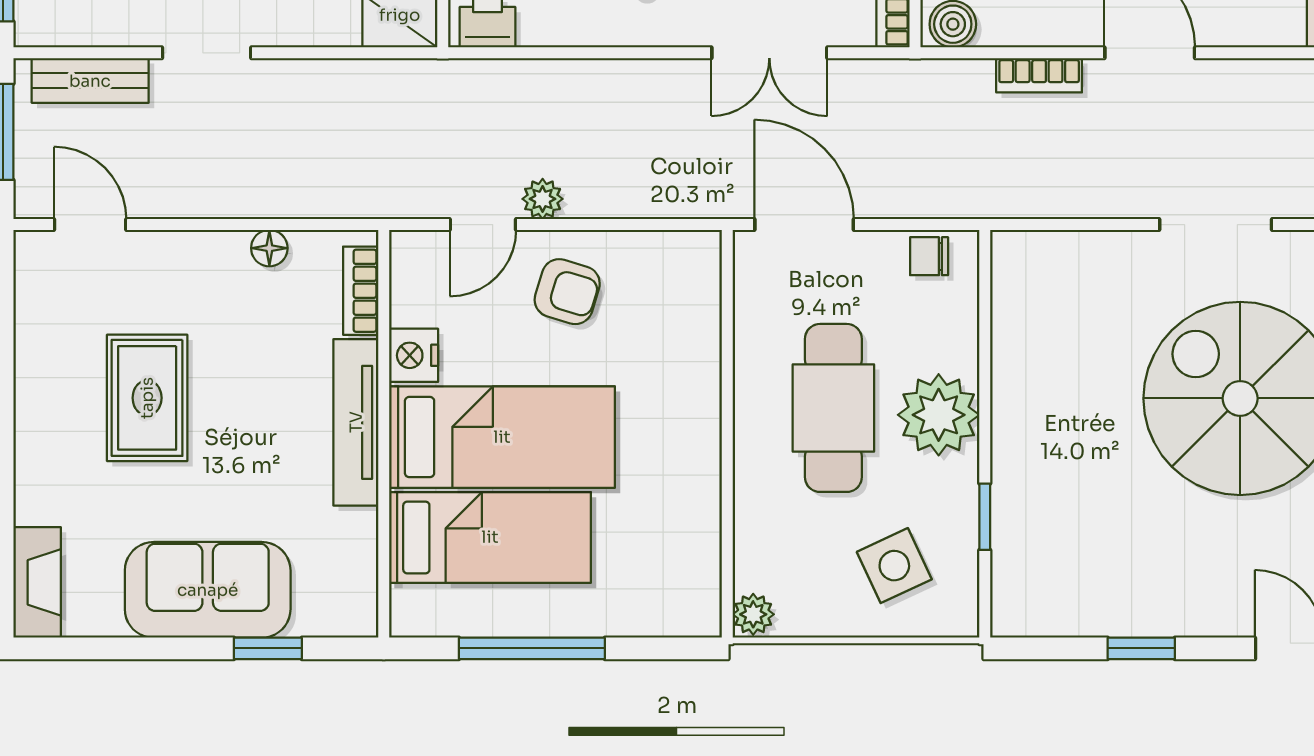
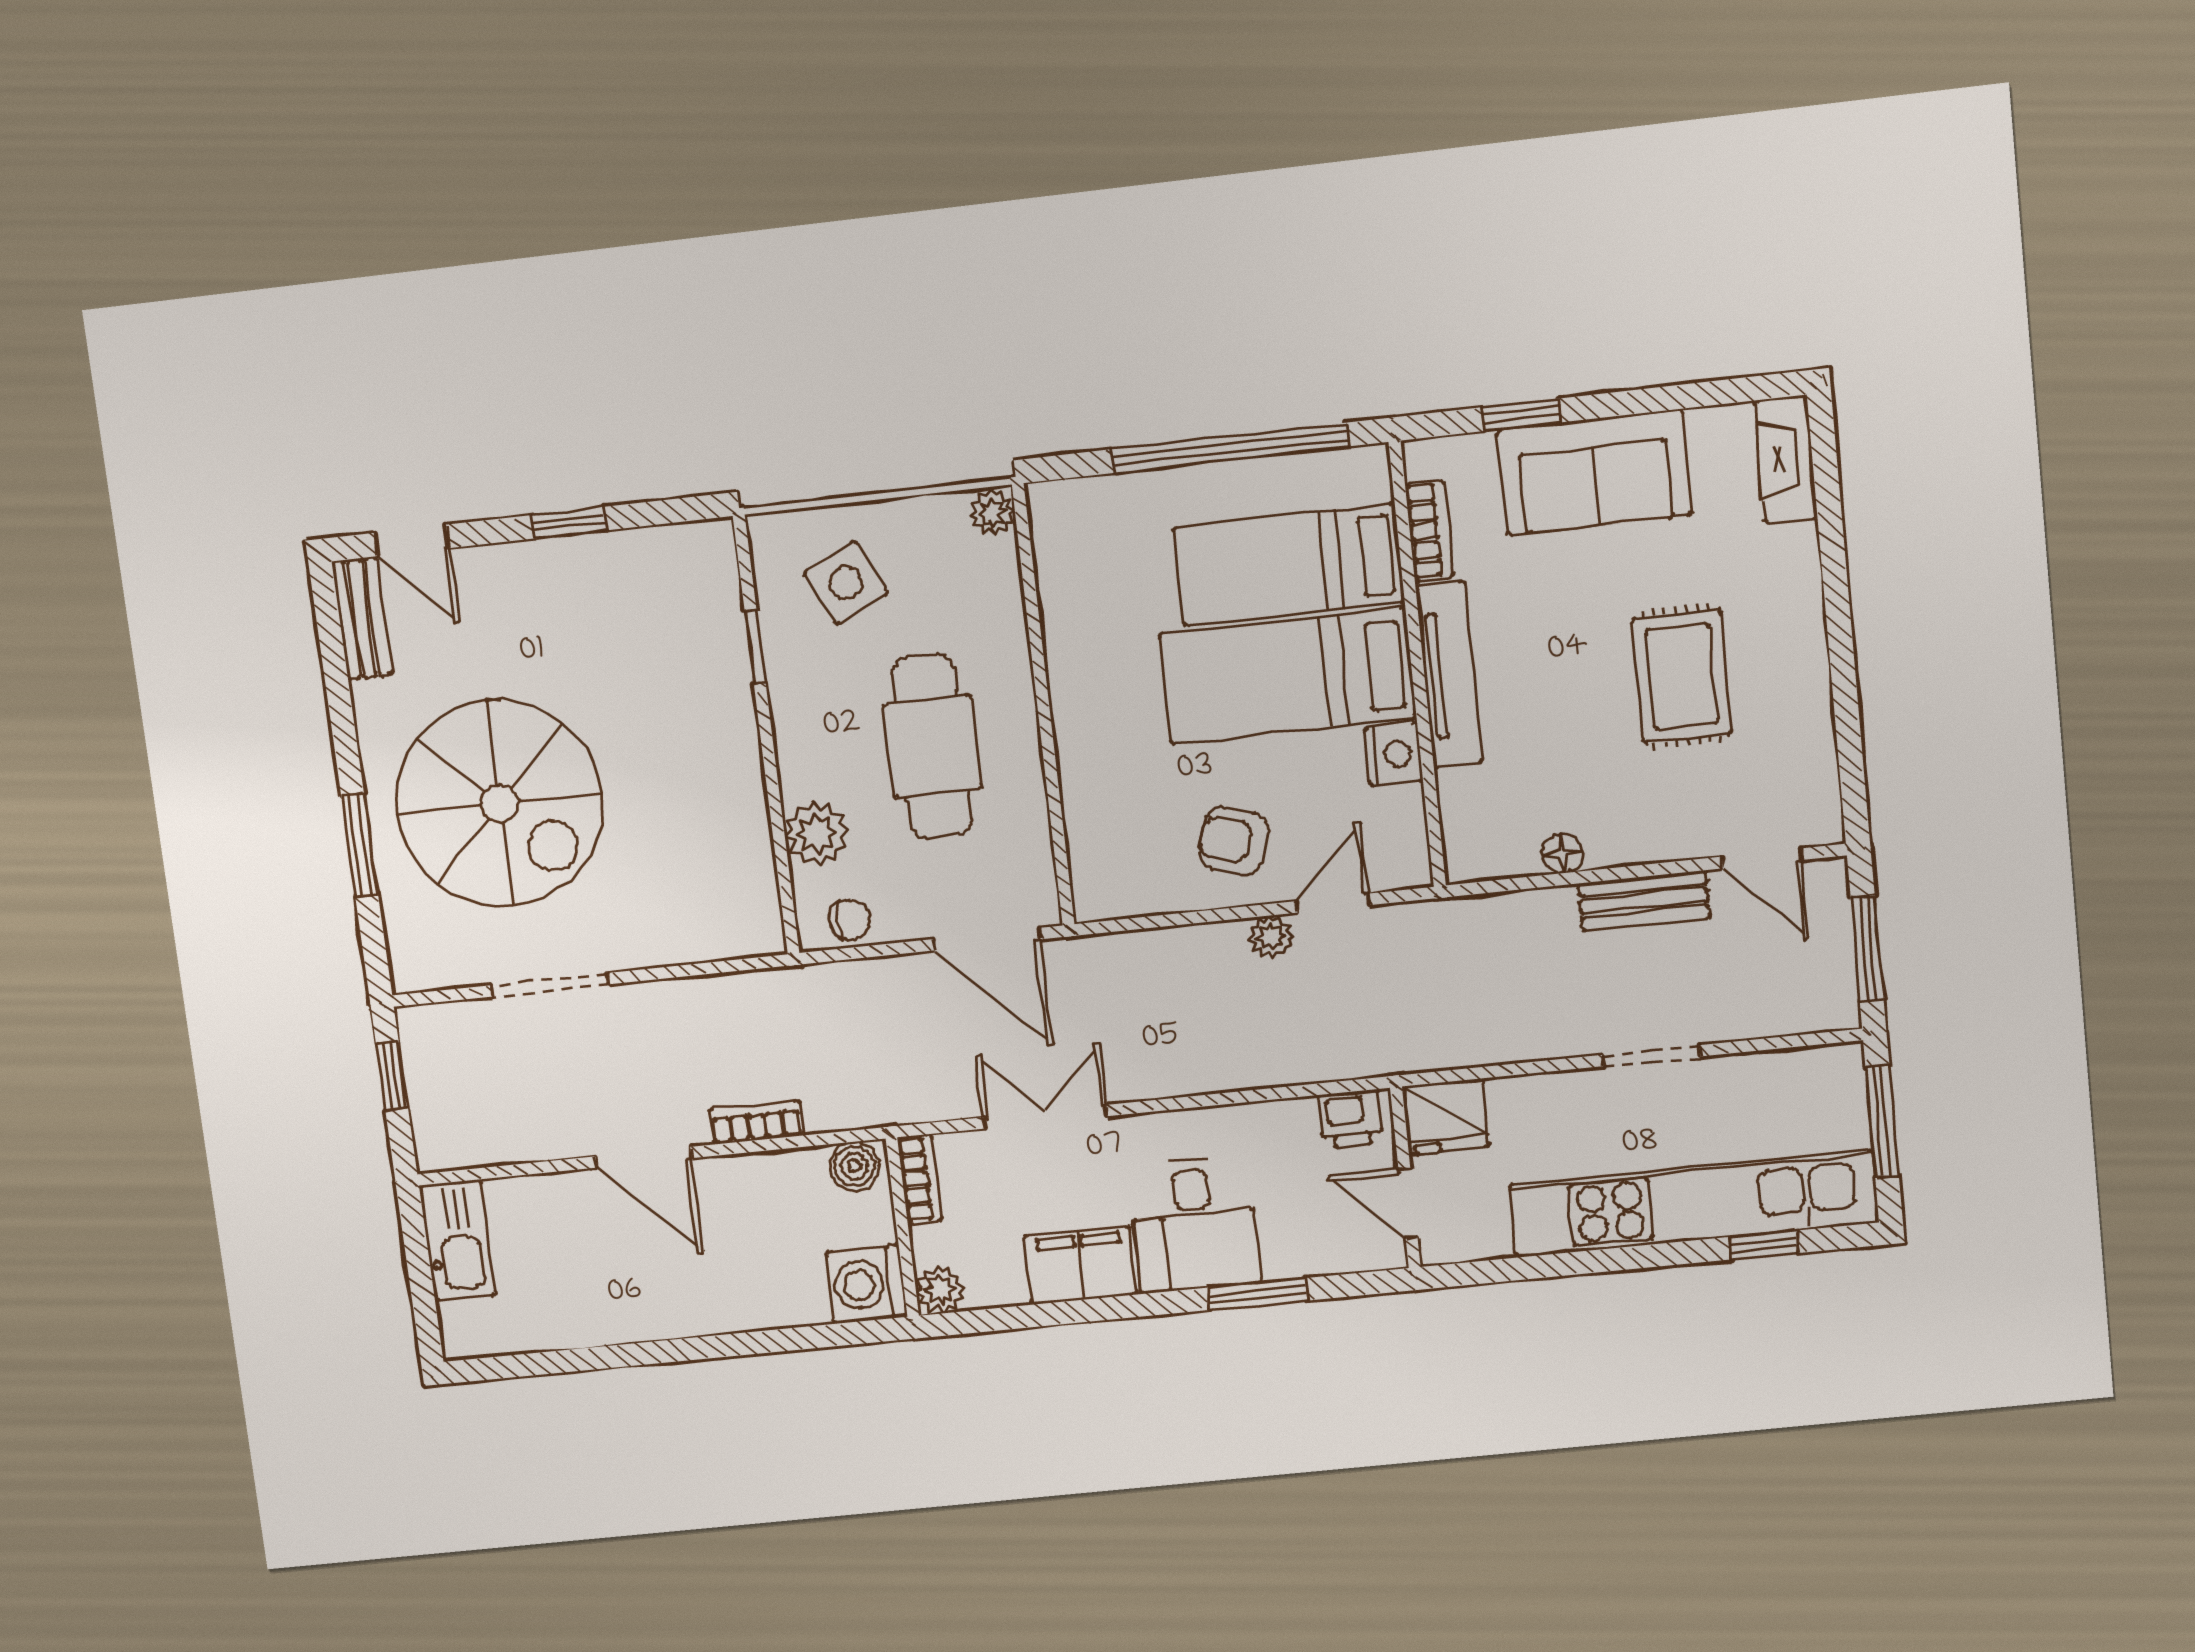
bench: (90, 81) -> (1644, 901), moved
bookcase: (361, 291) -> (1429, 531), moved
plant: (939, 415) -> (817, 834), moved, width x0.73, depth x0.73
window: (532, 648) -> (1230, 448), width x1.46

